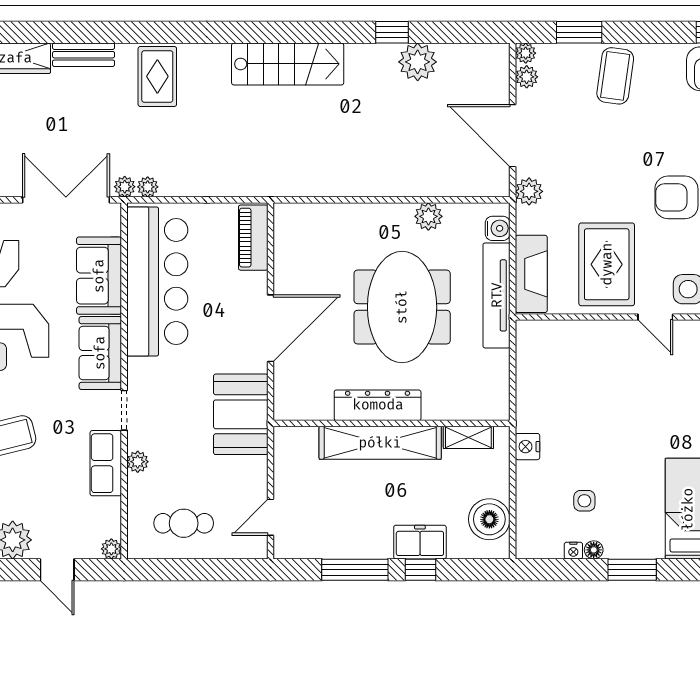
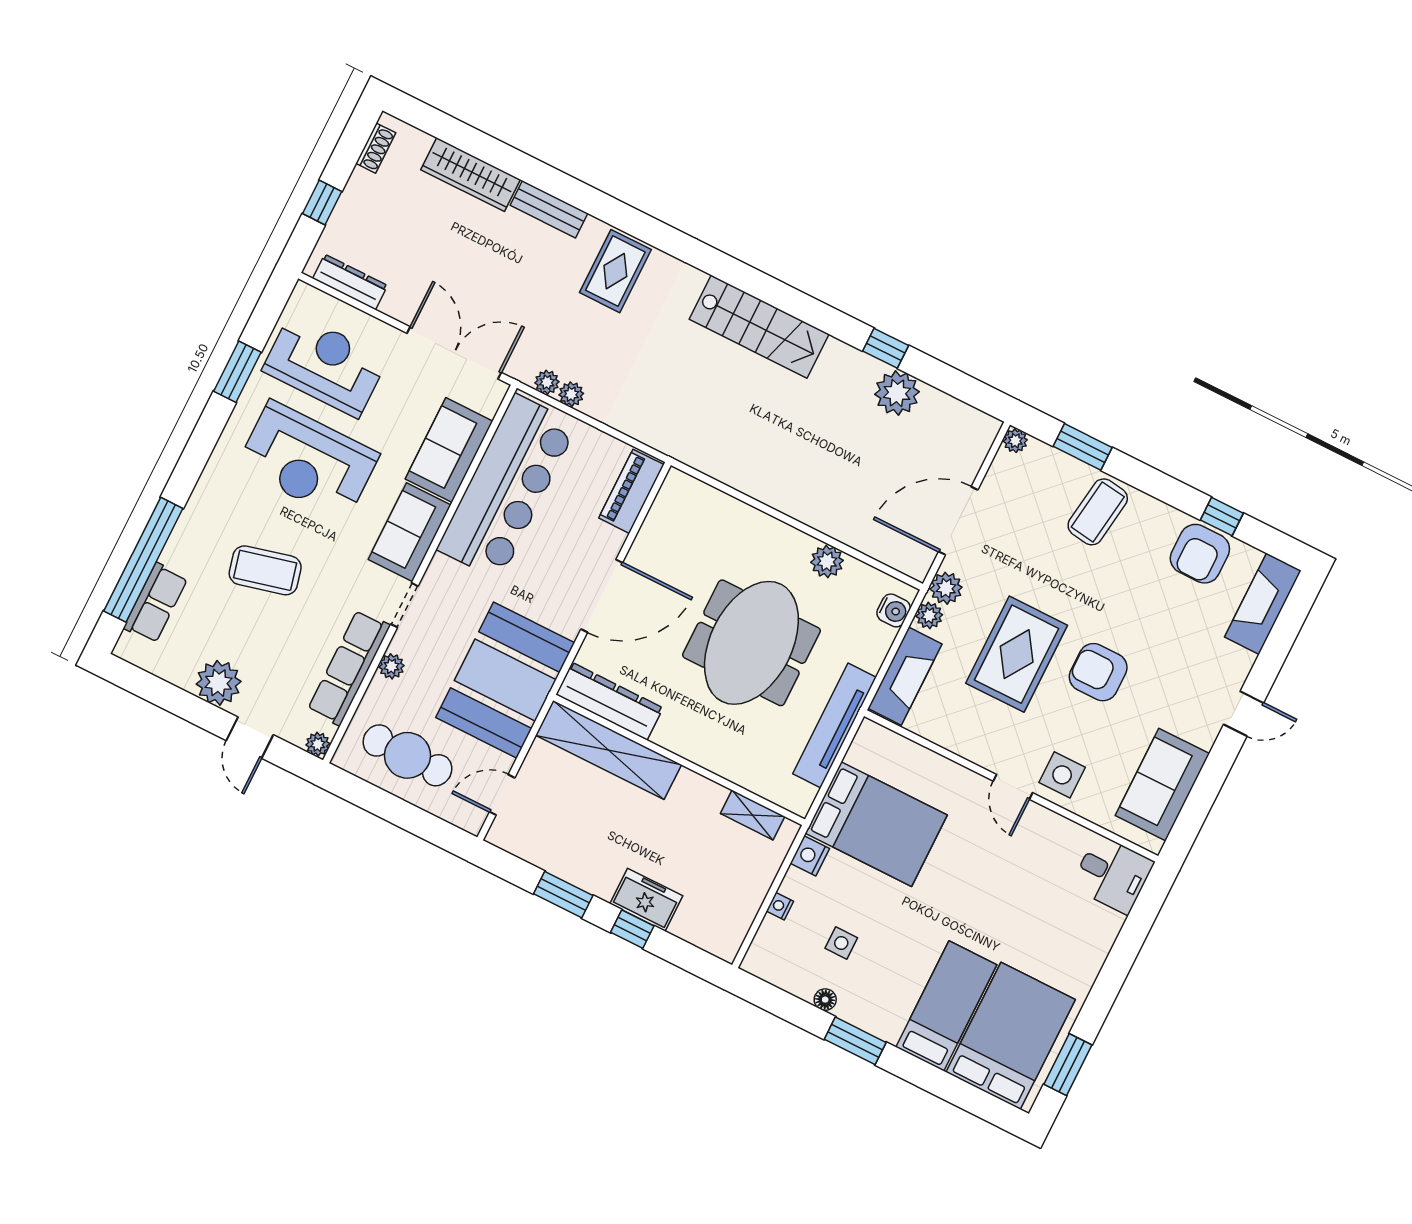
plant: (527, 77) -> (929, 616), moved
door: (513, 136) -> (958, 521), hinge flipped
plant: (125, 187) -> (571, 394), moved
rug: (607, 264) -> (1017, 654), moved
tv unit: (497, 295) -> (834, 726), moved
bed: (566, 397) -> (876, 824), added
dresser: (378, 405) -> (609, 701), moved
booth: (241, 414) -> (505, 680), width x1.36, depth x1.42
shelving: (380, 443) -> (608, 750), moved
row of seats: (106, 463) -> (349, 668), width x1.48
boiler: (489, 519) -> (731, 912), removed
cafe table: (184, 523) -> (407, 755), width x1.37, depth x1.35
nightstand: (573, 551) -> (780, 906), moved, turned 90
window: (355, 570) -> (563, 895), width x0.69

